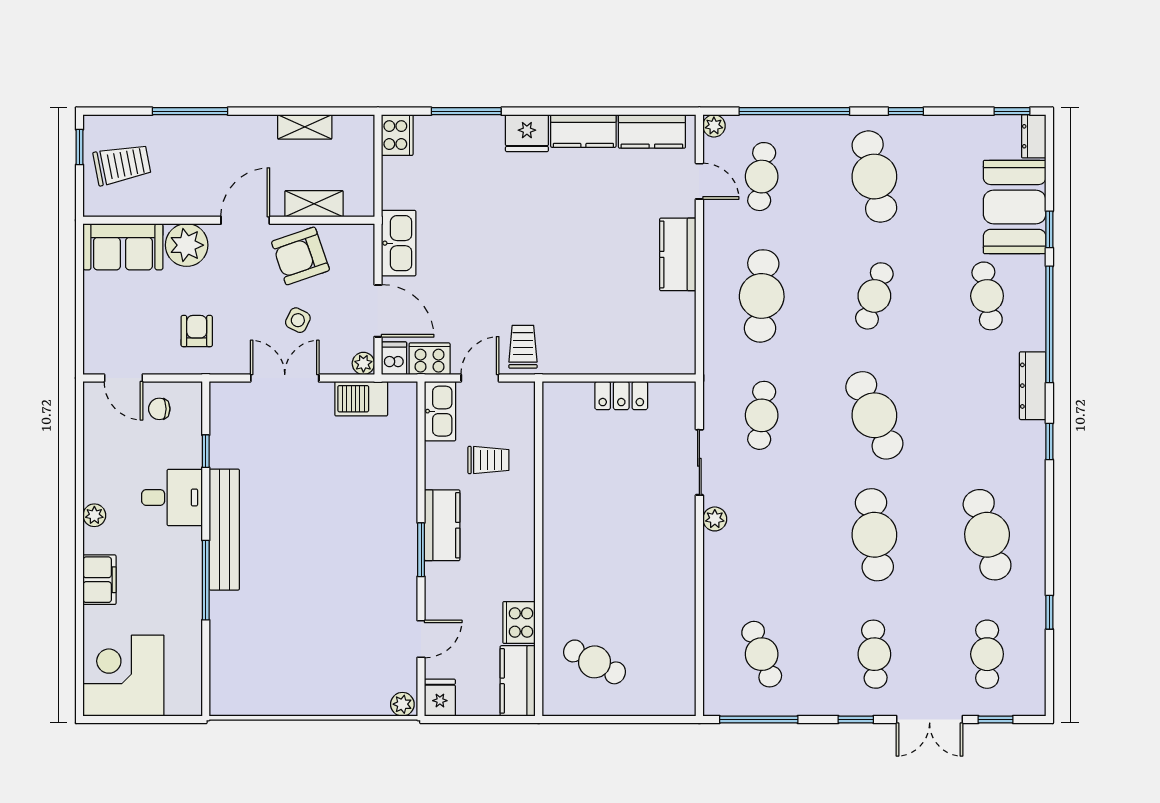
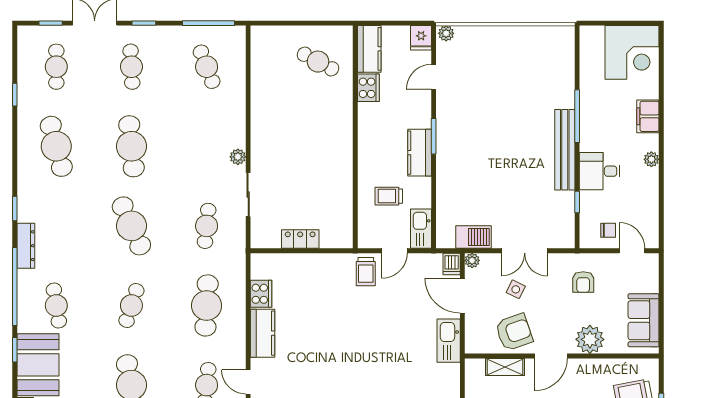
sofa: (123, 247) -> (644, 320), moved, turned -90
cooker: (430, 359) -> (261, 294), moved, turned -90

